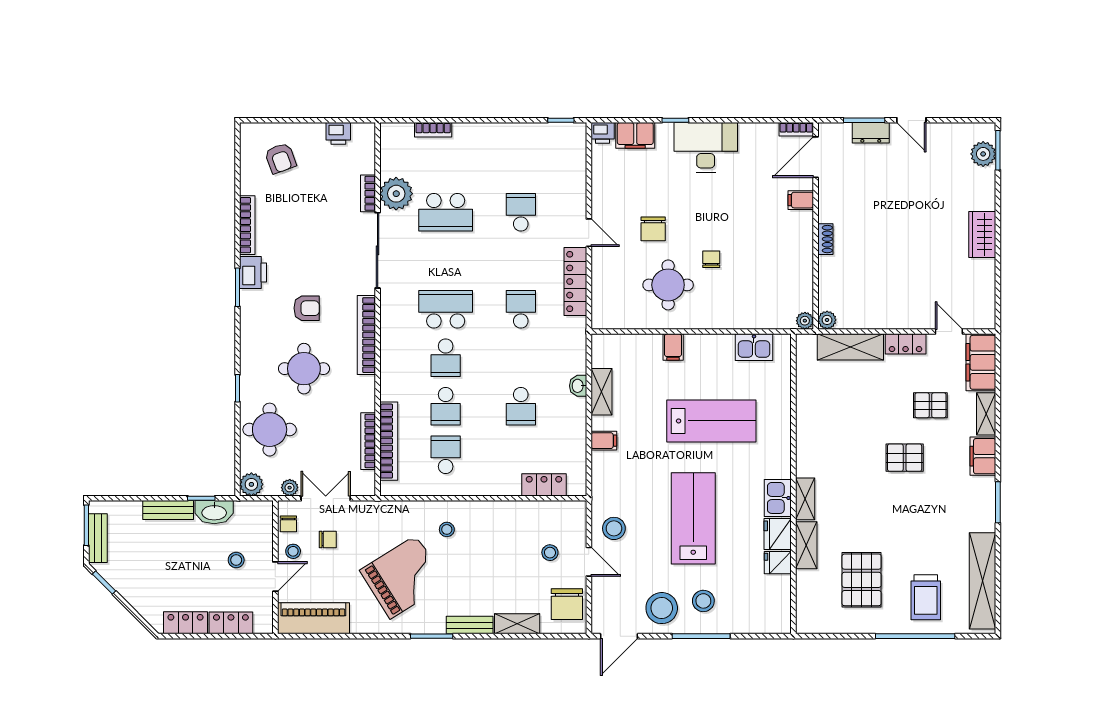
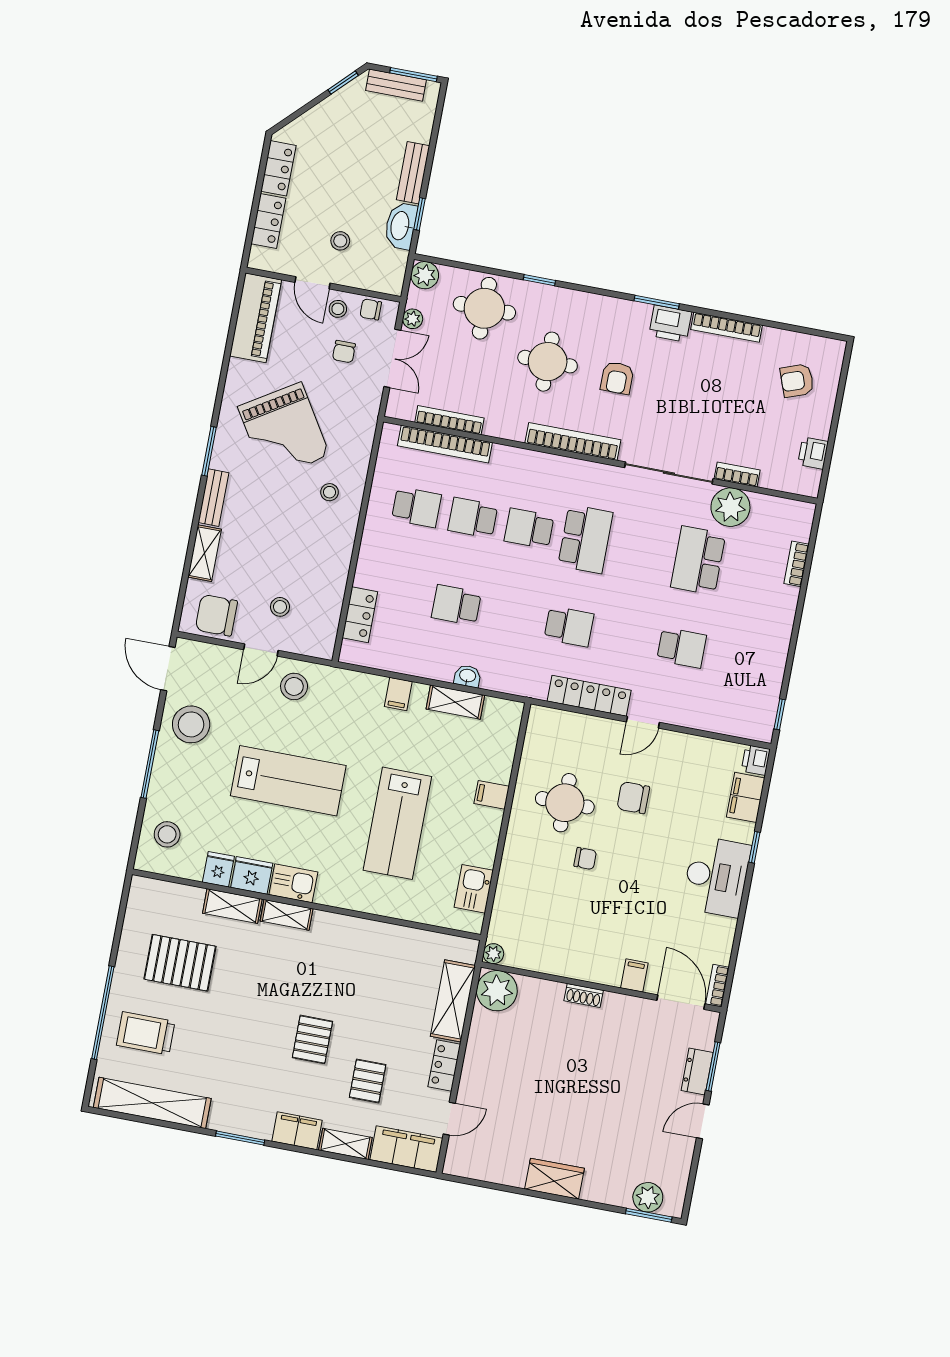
plant: (827, 320) -> (497, 991), width x1.88, depth x1.88
stool: (703, 601) -> (167, 834), moved

